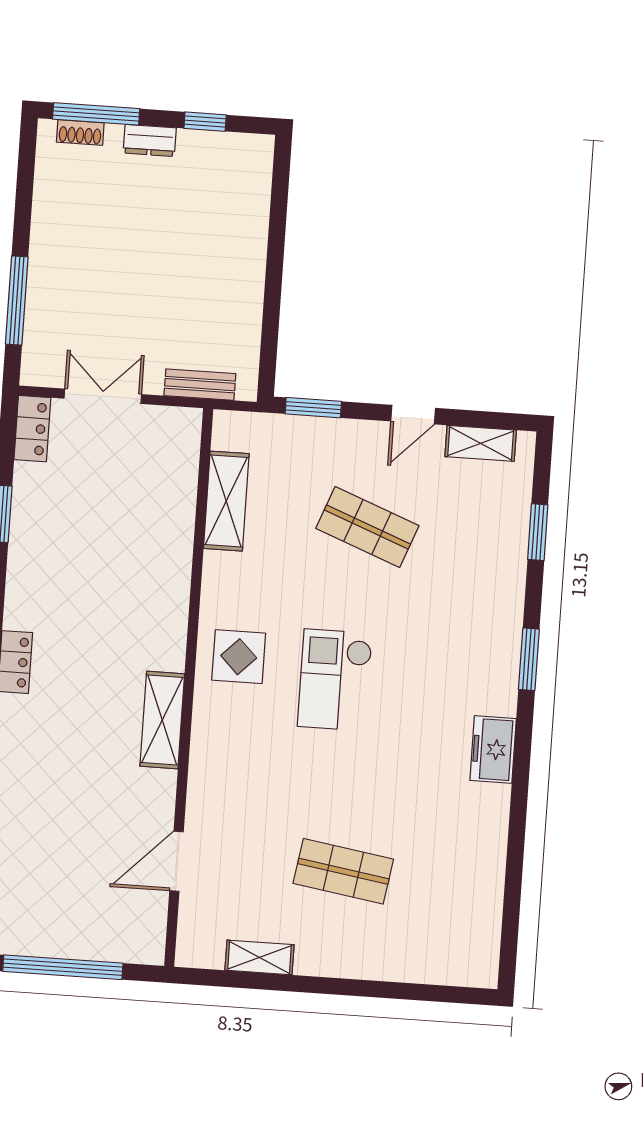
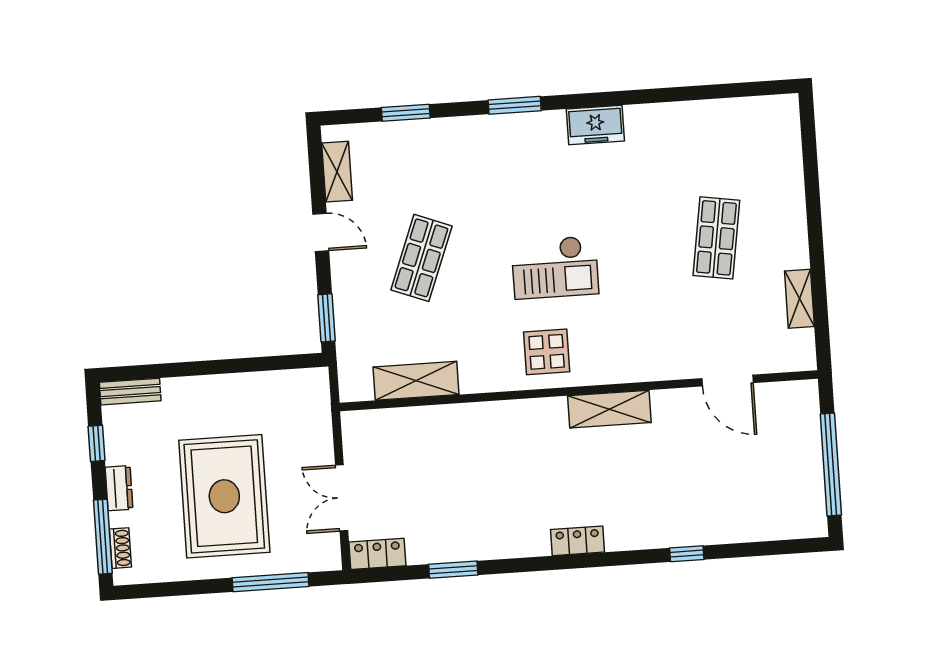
rug: (123, 261) -> (224, 496), added
bench: (200, 385) -> (130, 392), moved, turned 90

